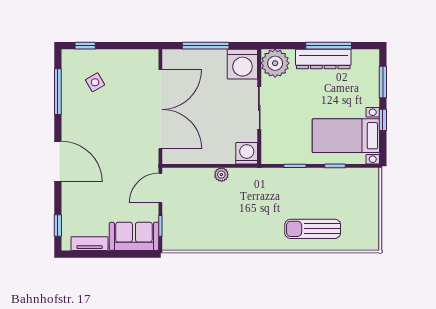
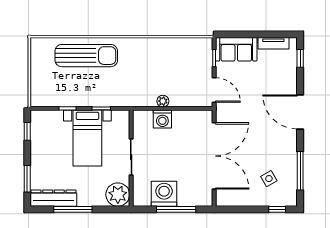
dresser: (323, 59) -> (53, 198), moved
washing machine: (242, 64) -> (164, 194), moved
double door: (160, 109) -> (214, 156), swing flipped
window: (383, 120) -> (27, 131), moved
bed with nightstands: (346, 136) -> (87, 138), moved, turned 90
washing machine: (247, 153) -> (162, 119), moved
door: (160, 188) -> (214, 90), hinge flipped
sun lounger: (313, 229) -> (86, 56), width x1.36, depth x1.34

